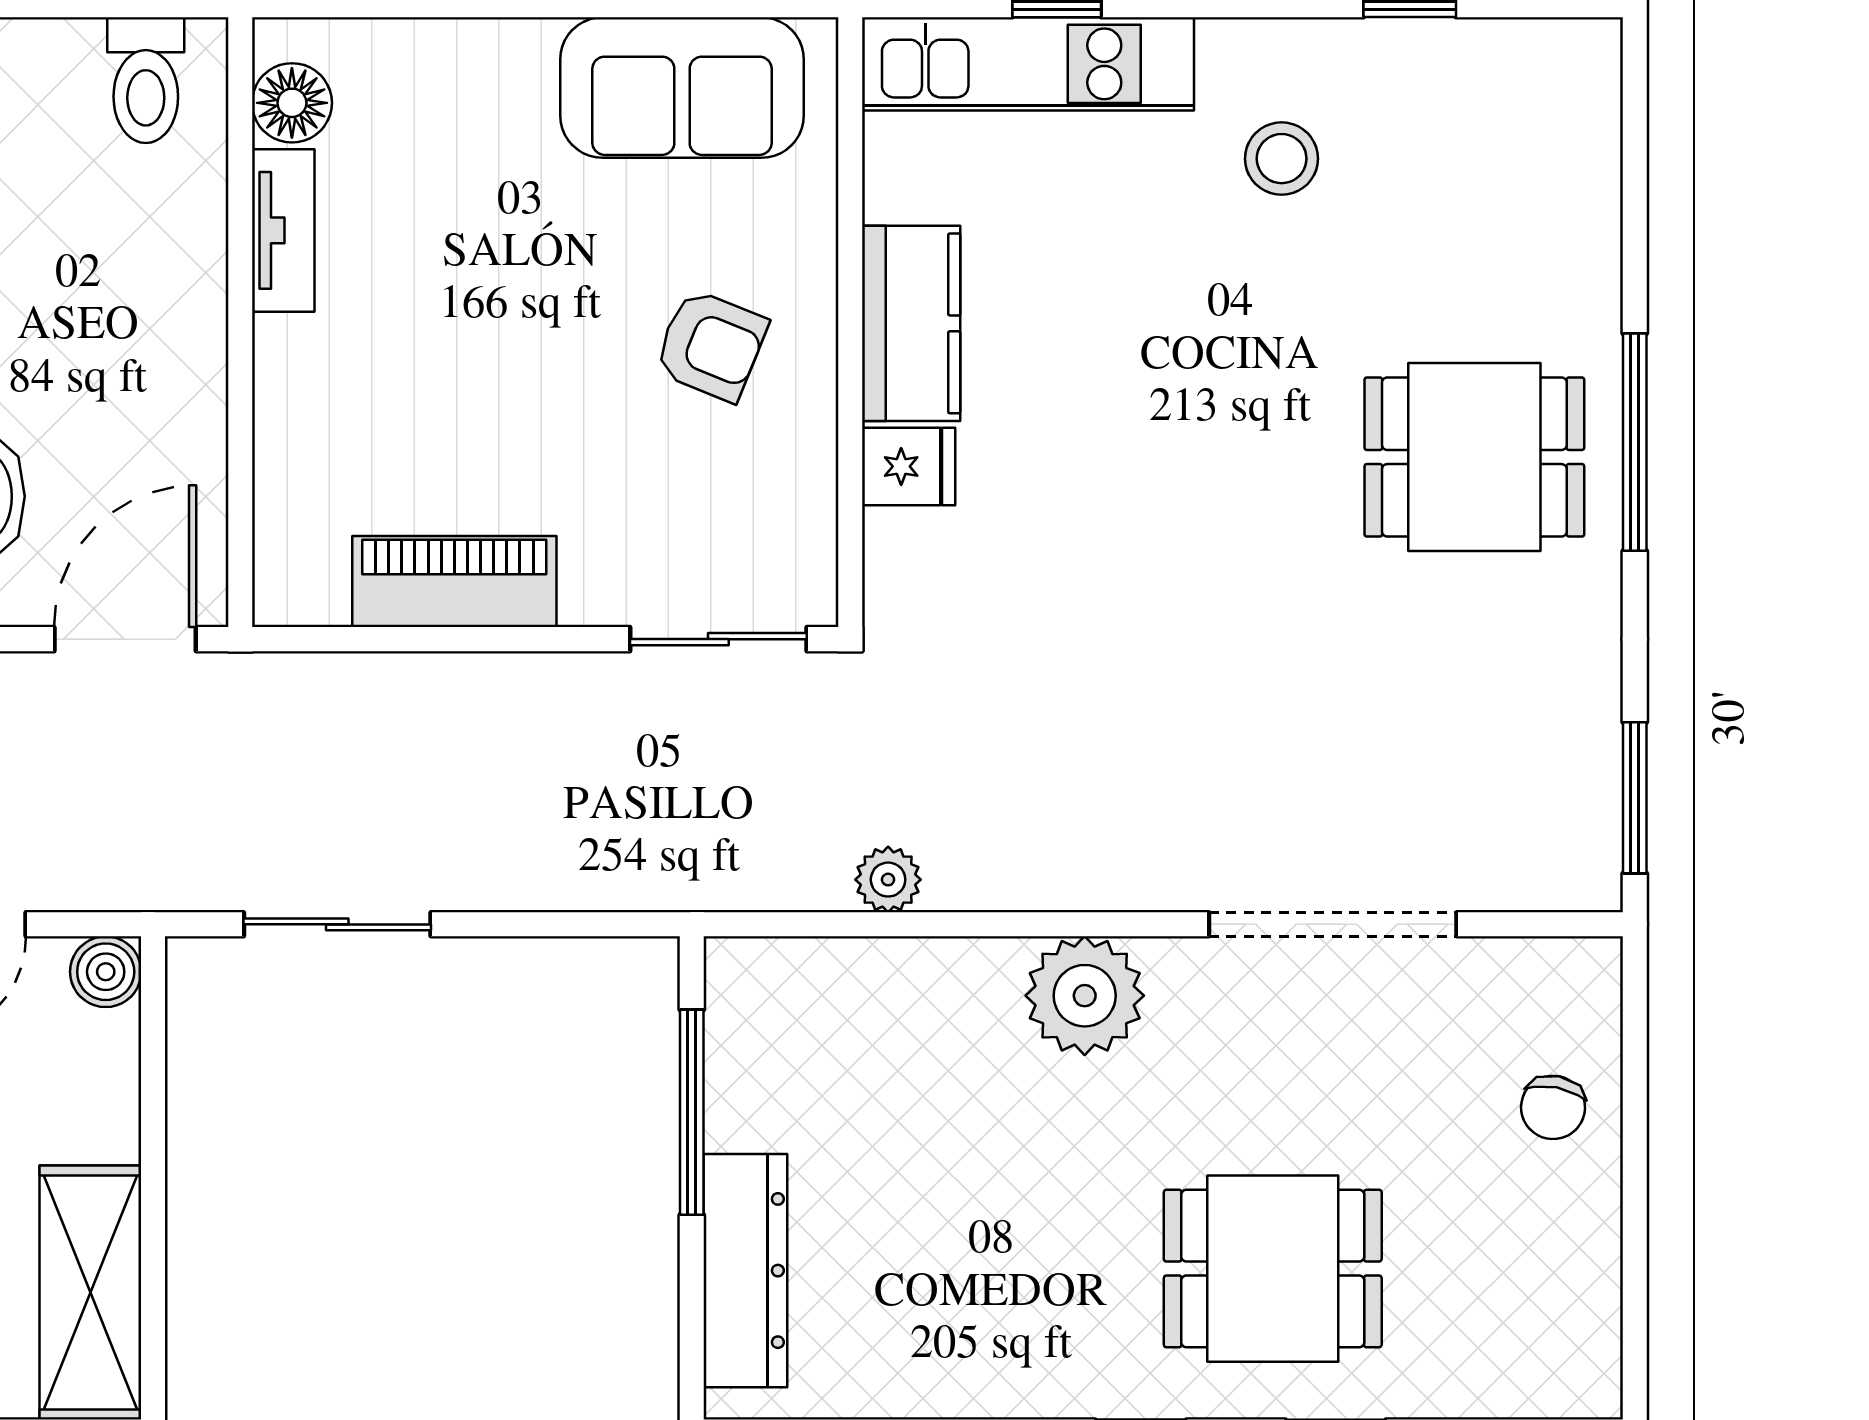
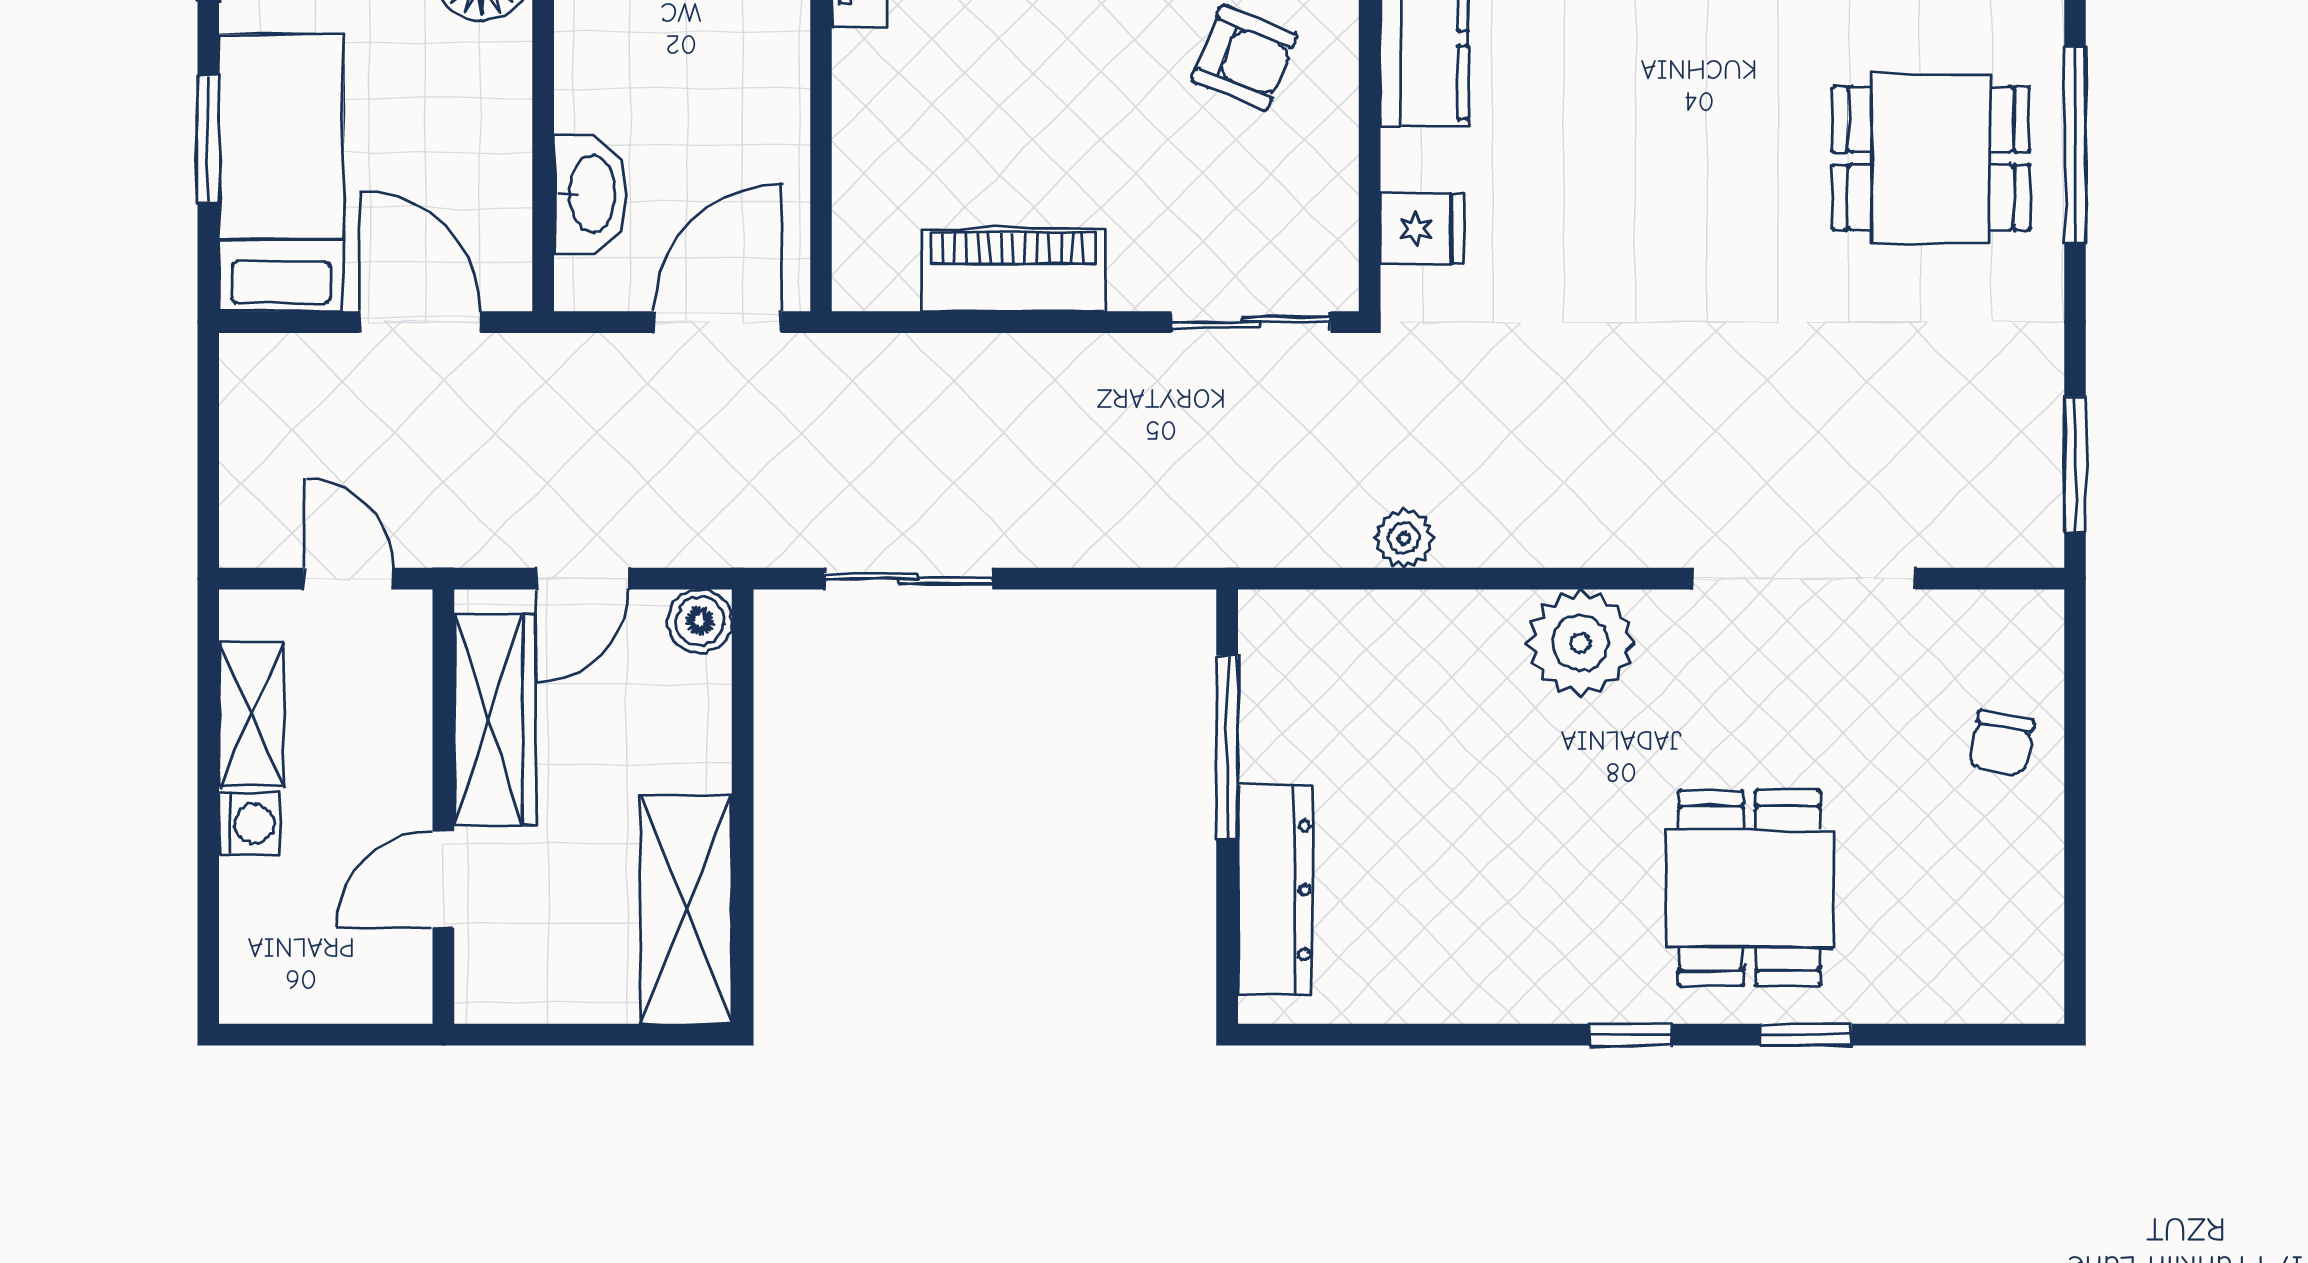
fridge: (909, 466) -> (1422, 229), moved
dining table: (1273, 1269) -> (1750, 888), turned 90

